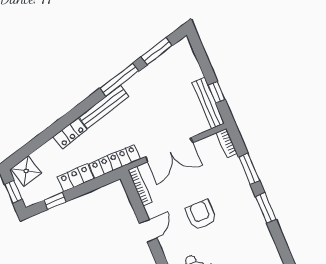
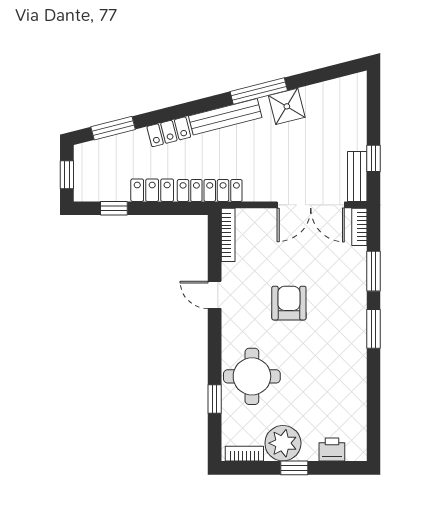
window: (157, 51) -> (113, 128), moved
bench: (208, 103) -> (357, 176), width x0.73
double door: (169, 150) -> (311, 205), moved
shower: (26, 171) -> (287, 106), moved
door: (148, 231) -> (215, 295), swing flipped

